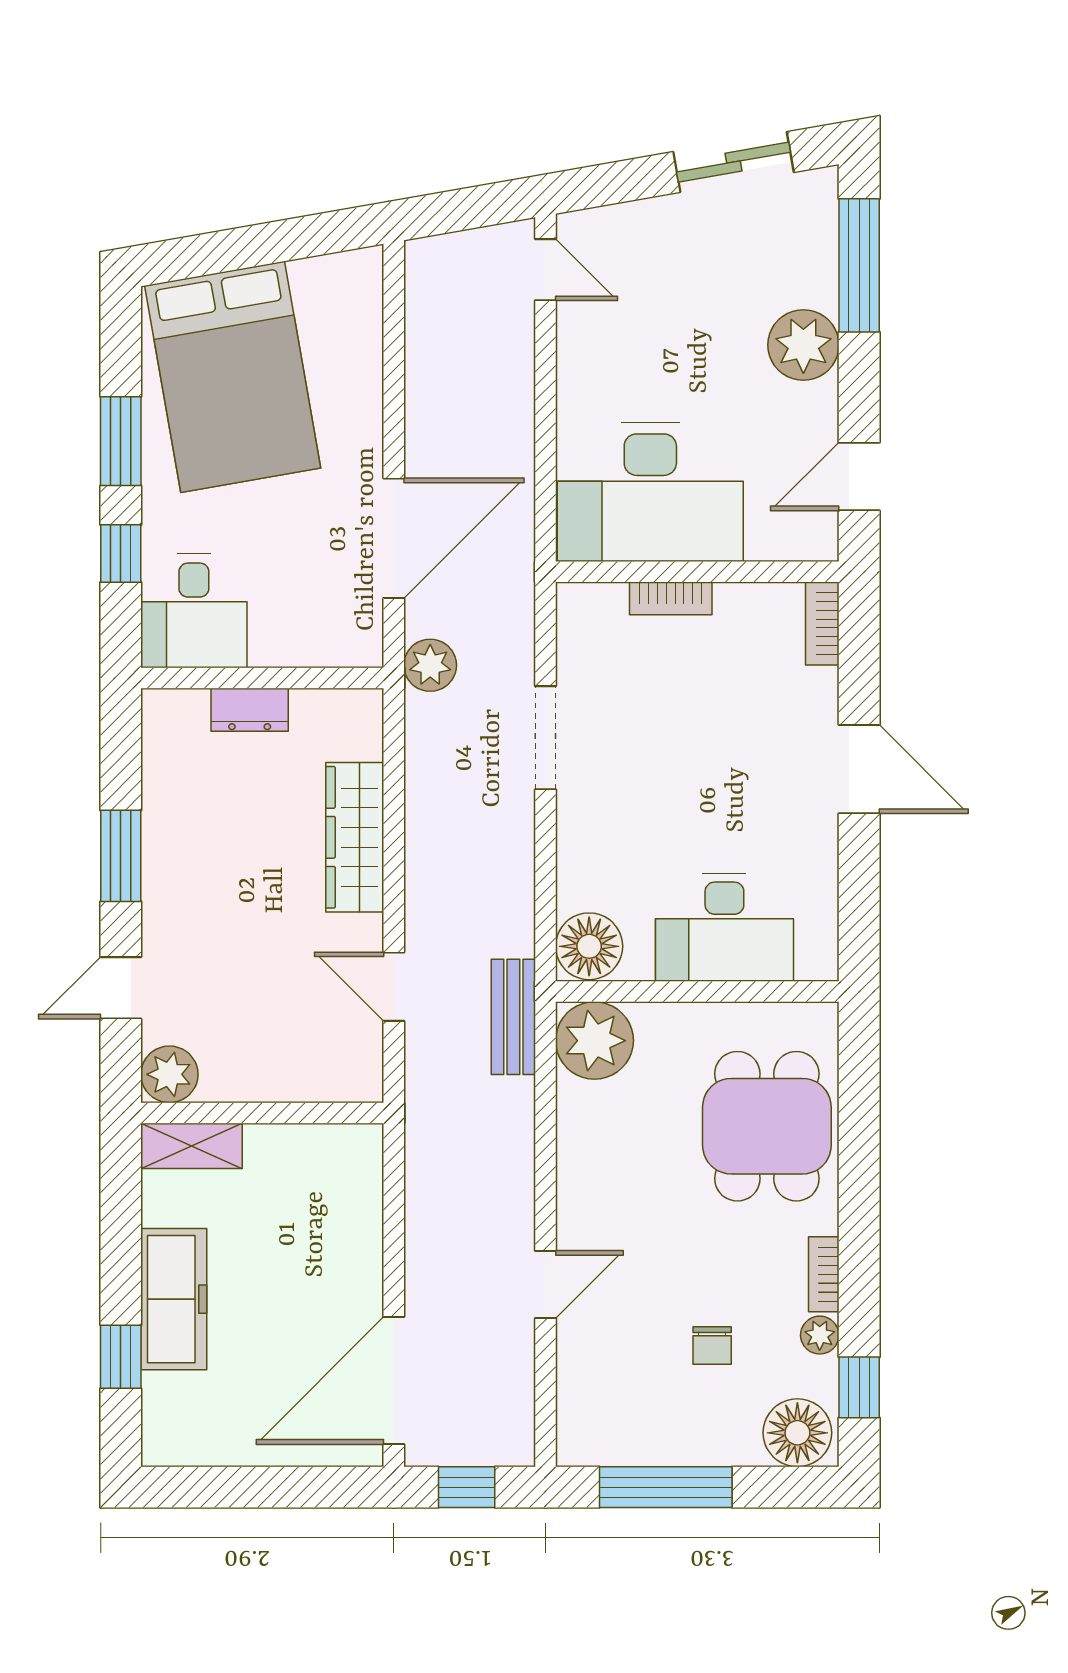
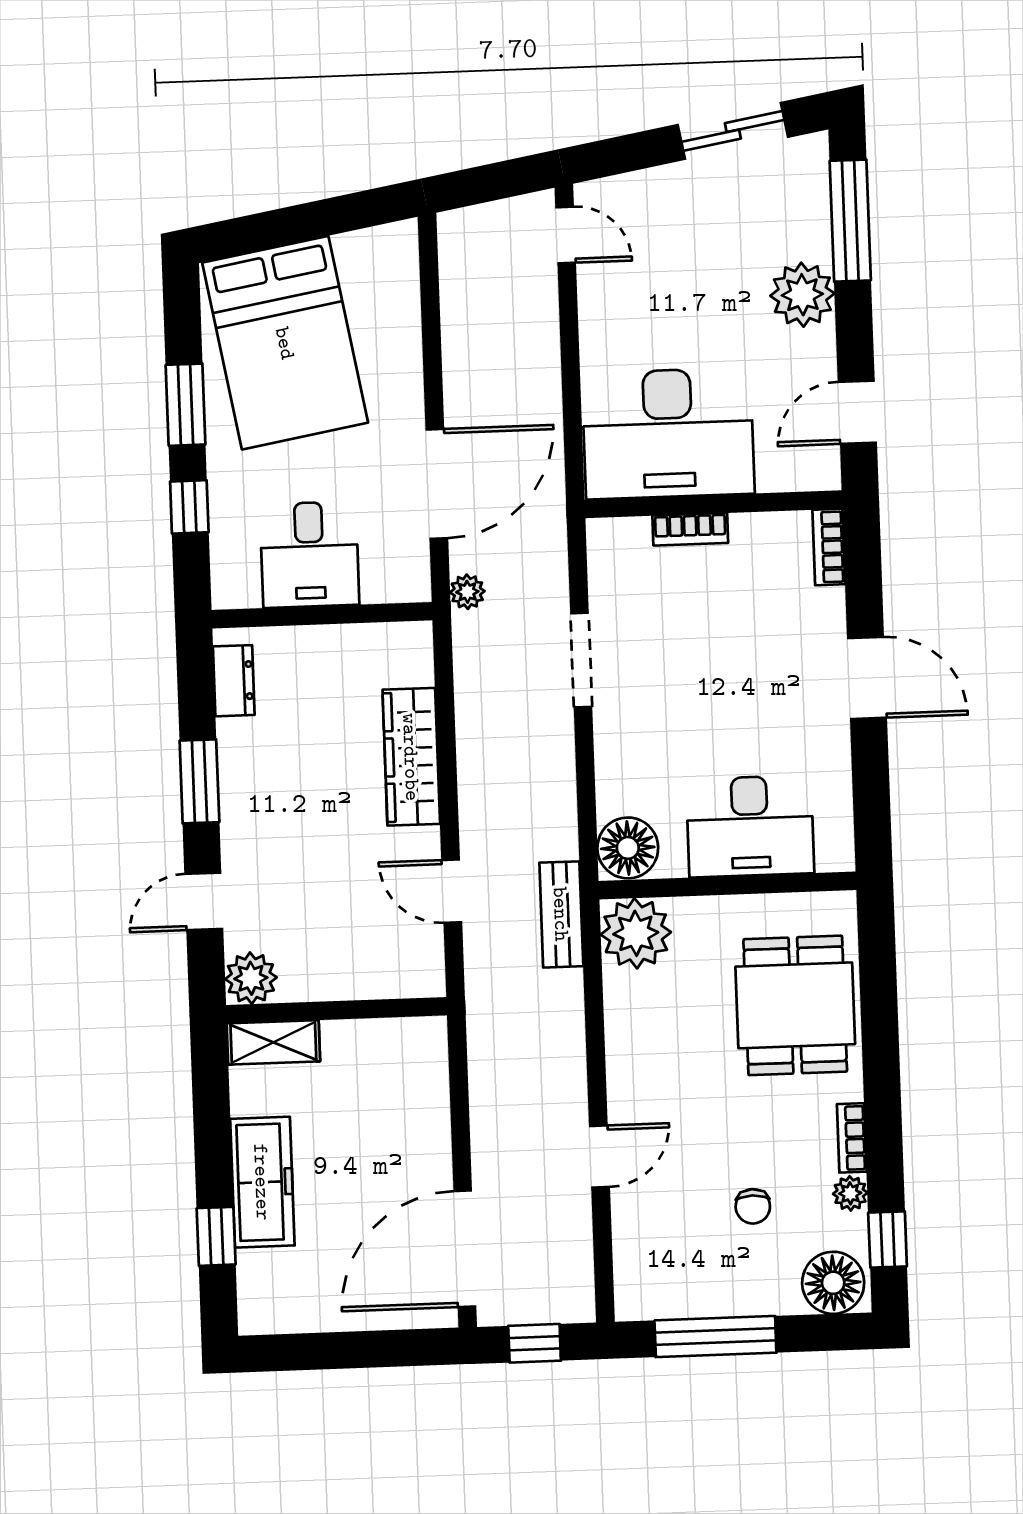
desk: (194, 611) -> (309, 555), moved
plant: (430, 665) -> (467, 592), width x0.73, depth x0.73
dresser: (250, 710) -> (234, 681), moved, turned -90

